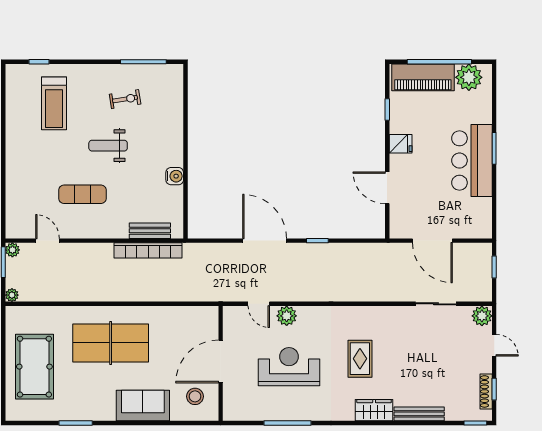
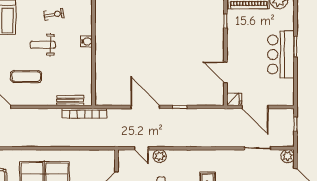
fridge: (401, 144) -> (234, 99), moved
water cooler: (175, 176) -> (86, 41), moved
bookcase: (148, 250) -> (84, 113), moved

